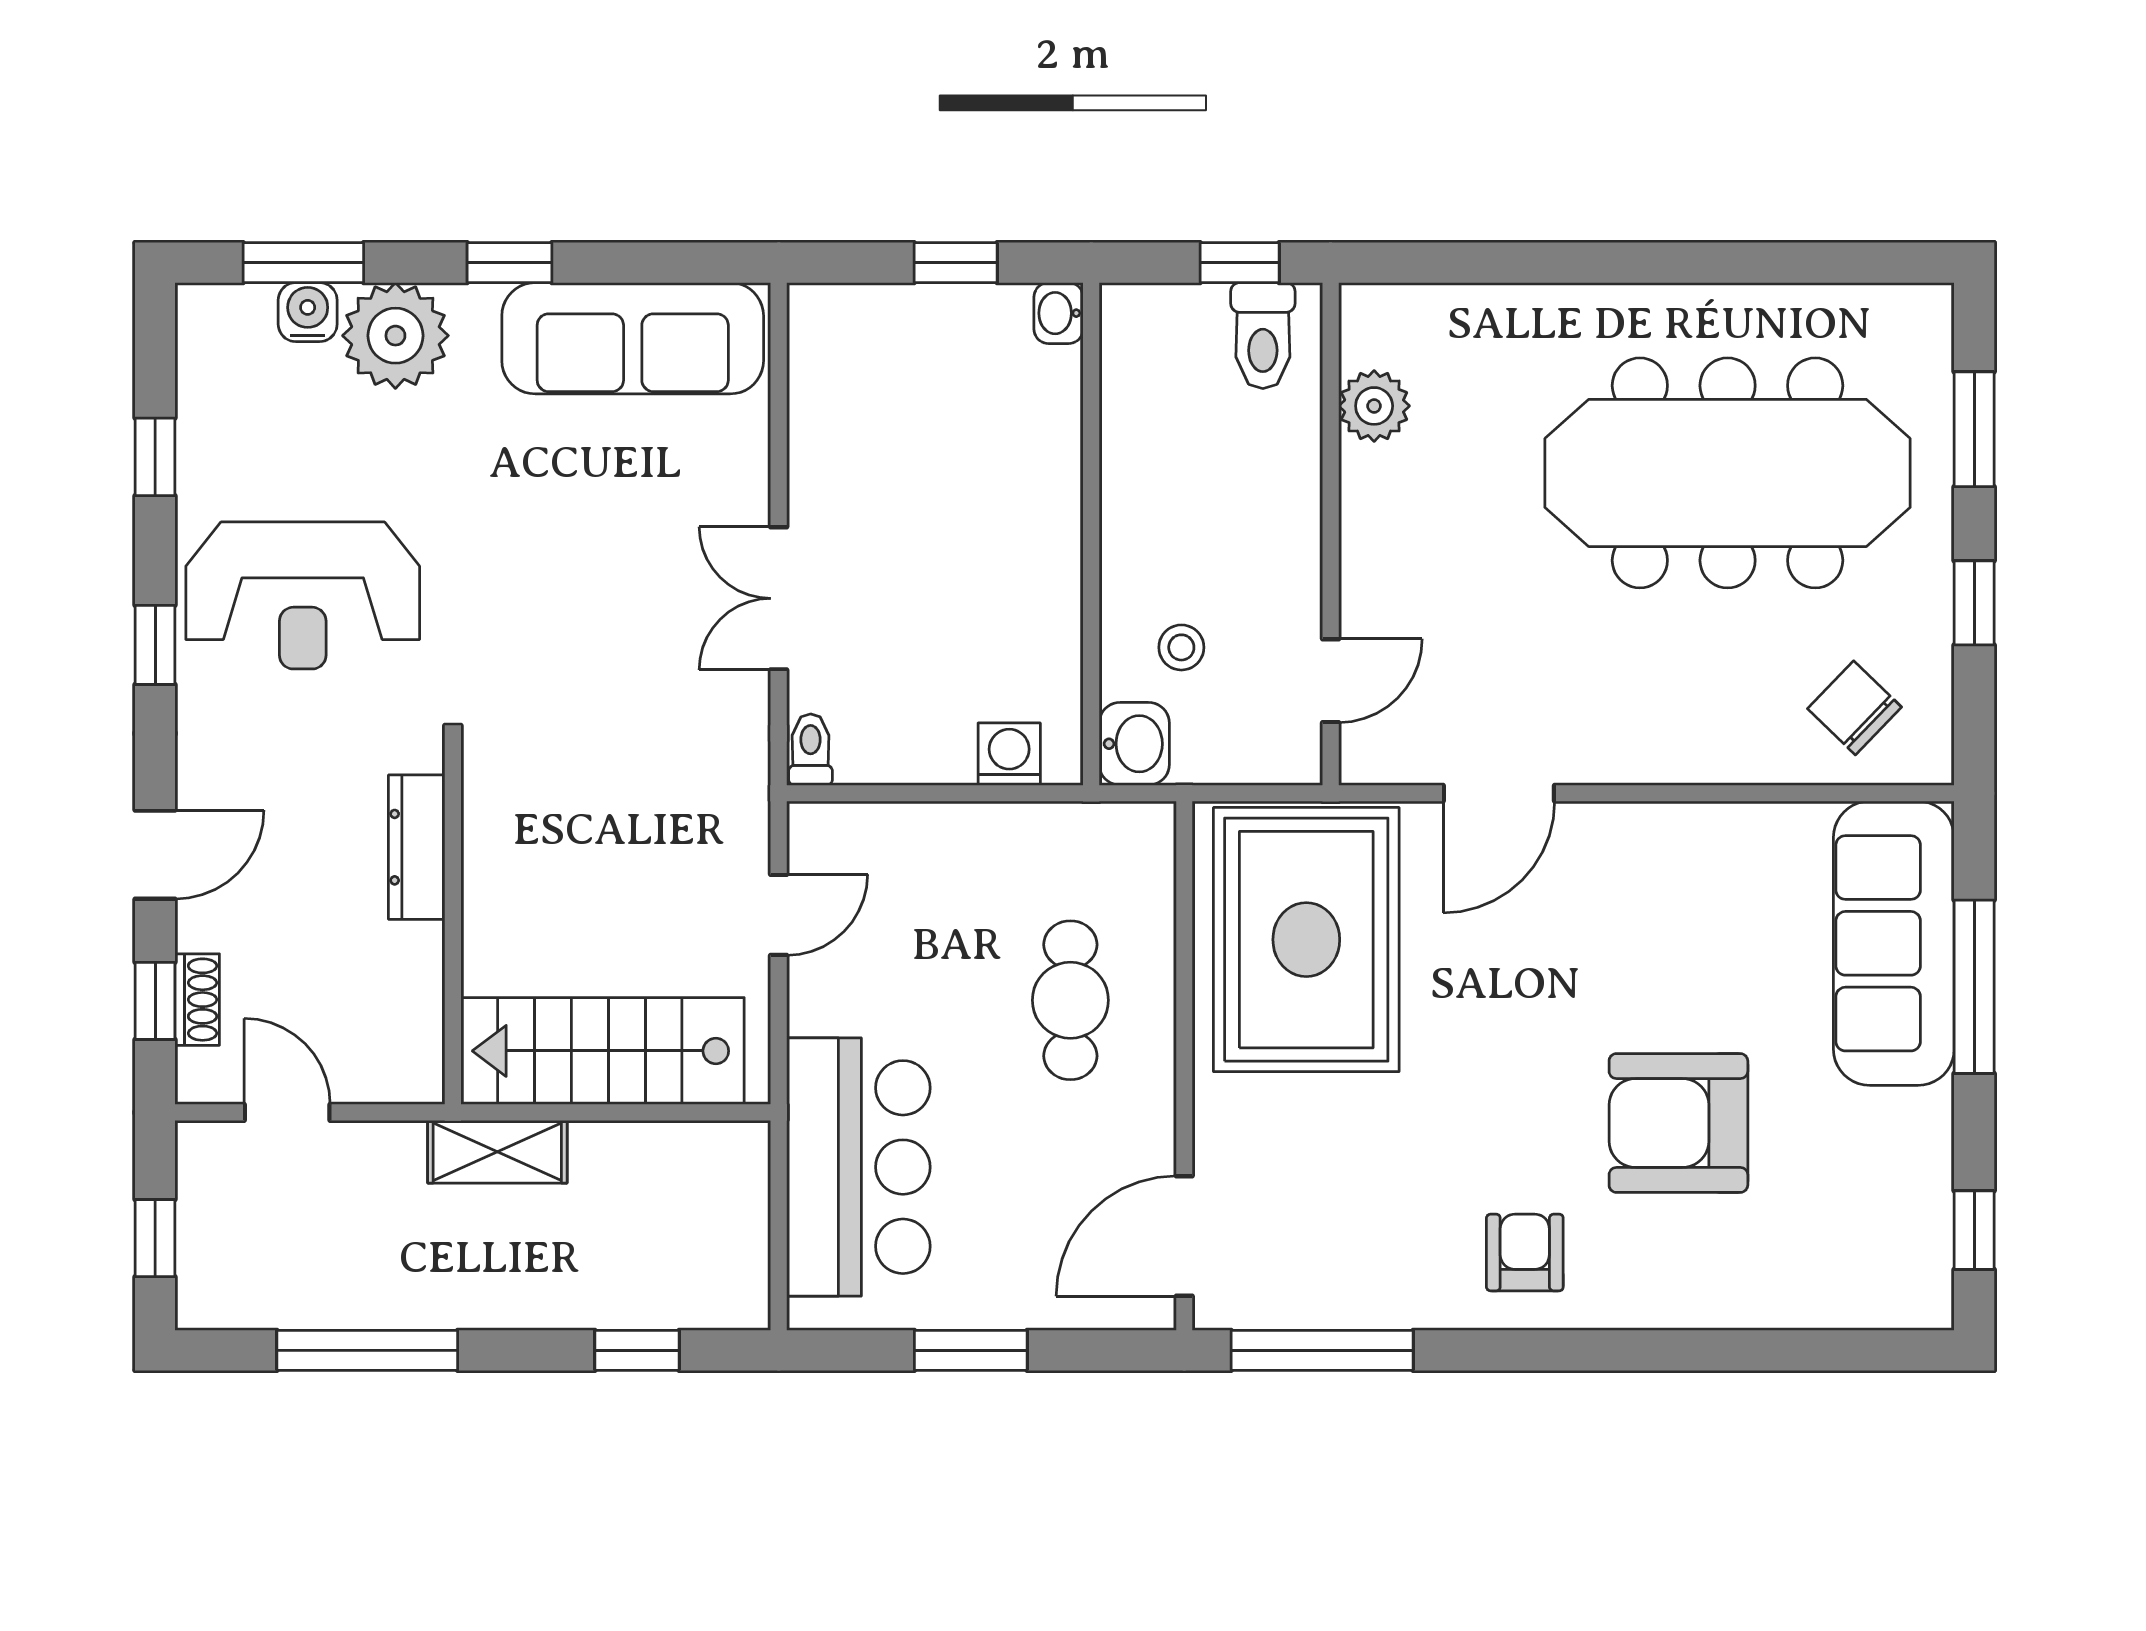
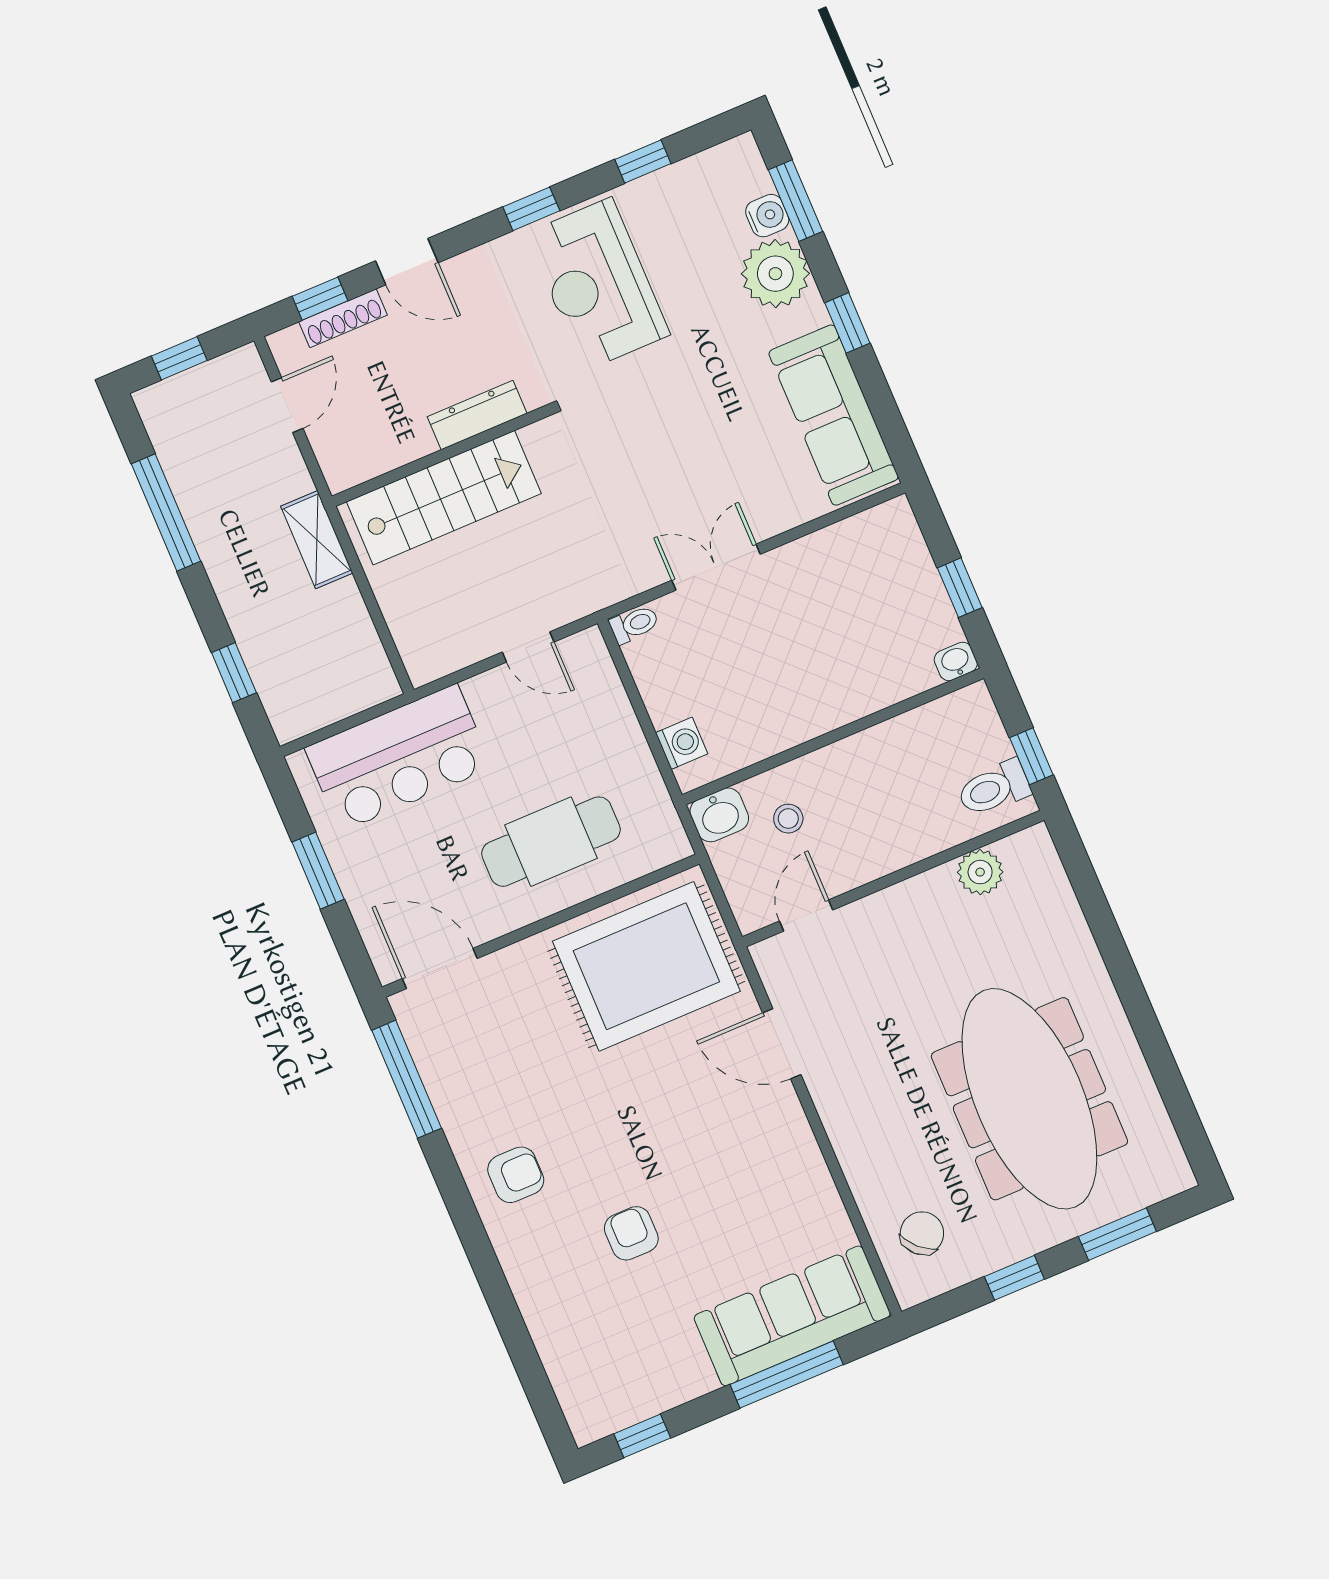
door: (1331, 681) -> (806, 915), swing flipped
shoe rack: (197, 1000) -> (343, 318), width x1.43
cafe table: (1070, 1000) -> (551, 842), width x1.37, depth x1.35
stairs: (603, 1051) -> (444, 498), moved, turned 90
armchair: (1678, 1123) -> (631, 1233), width x0.53, depth x0.53

